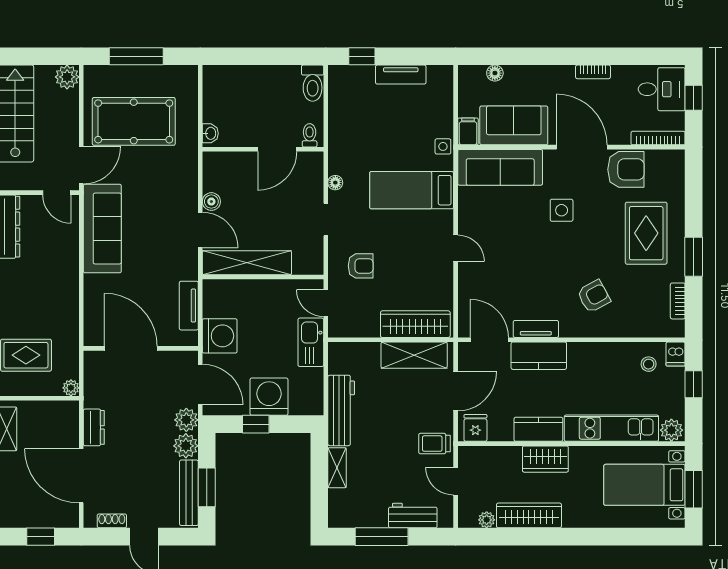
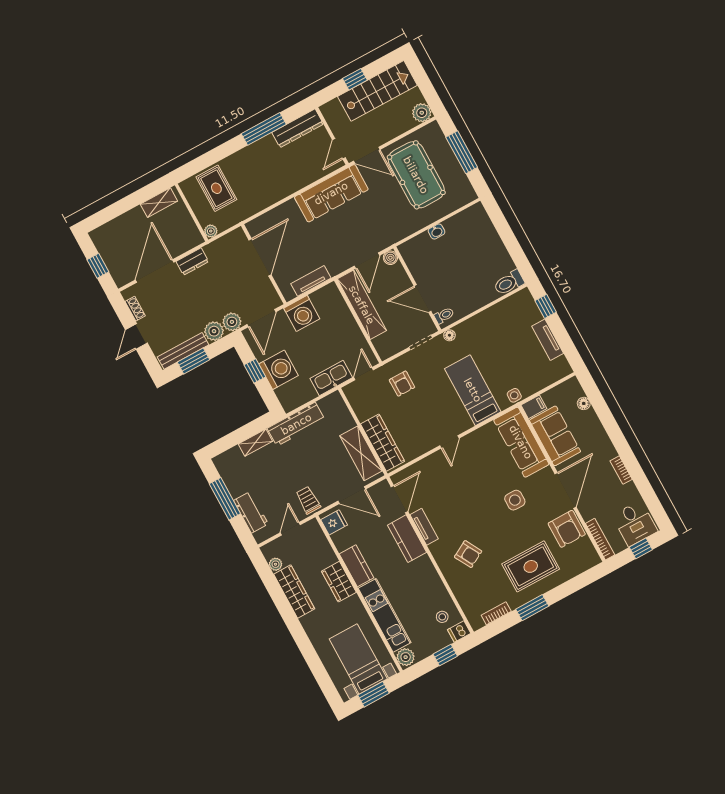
toilet: (310, 135) -> (444, 315), moved
wall: (263, 149) -> (417, 289), moved
door: (277, 149) -> (422, 299), moved

